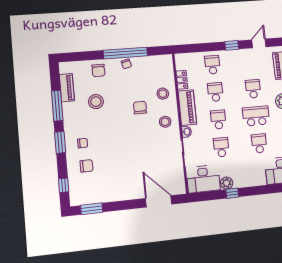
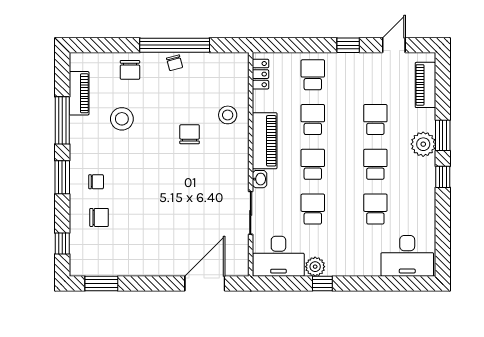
locker: (182, 80) -> (261, 74), moved
school desk: (256, 116) -> (375, 164), width x0.54
stool: (165, 122) -> (227, 160), removed
door: (159, 201) -> (205, 283), hinge flipped

